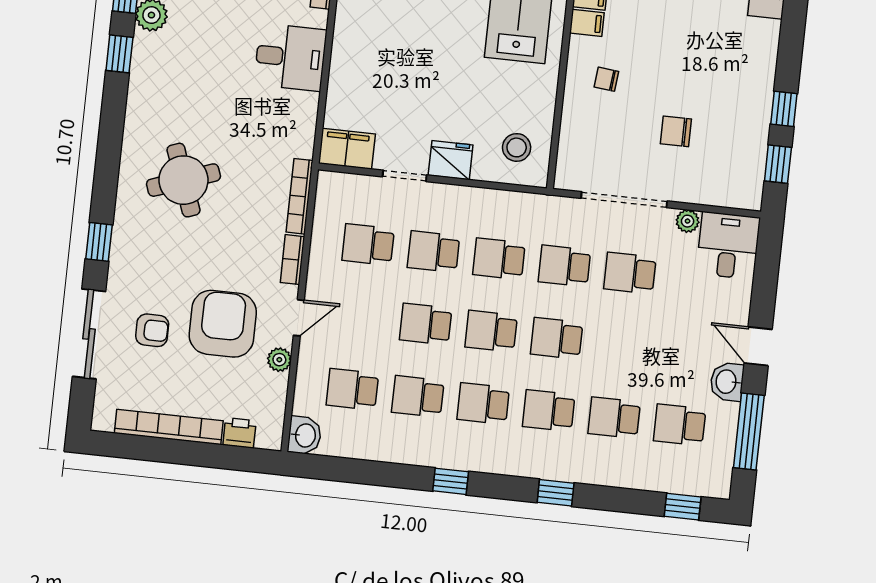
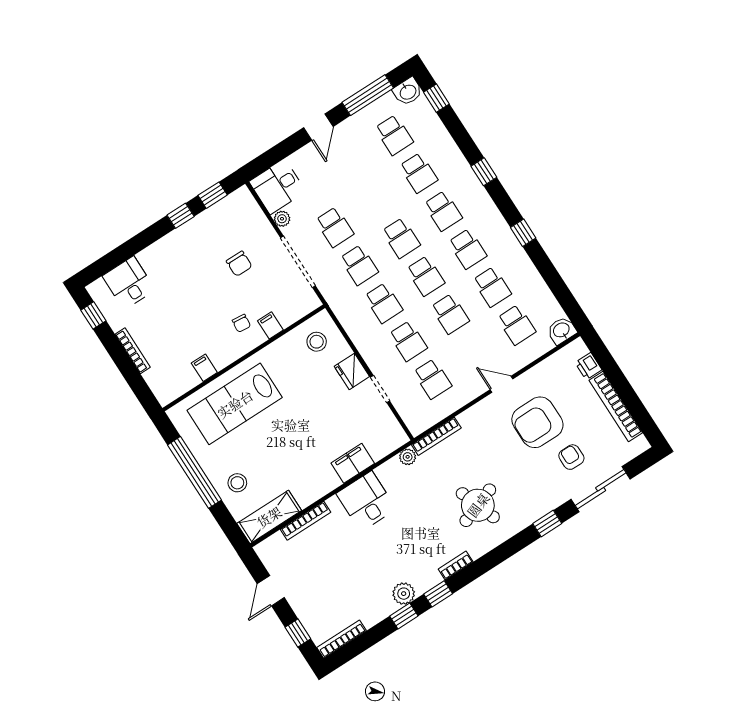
filing cabinet: (587, 23) -> (270, 325), moved
filing cabinet: (347, 149) -> (353, 463), moved, turned 90
bookcase: (293, 260) -> (456, 565), moved, turned 180
plant: (279, 360) -> (408, 457), moved
washbasin: (727, 382) -> (408, 92), moved

